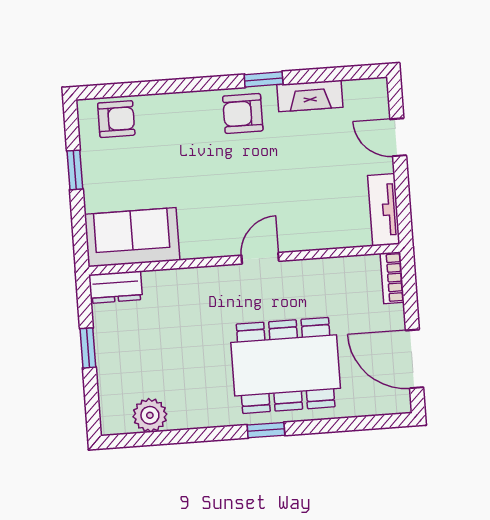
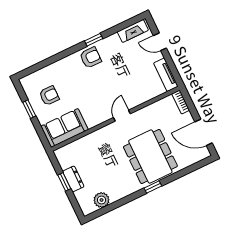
fireplace: (310, 96) -> (133, 31), moved
armchair: (243, 113) -> (91, 58), turned 180
armchair: (116, 119) -> (49, 96), moved
dresser: (116, 287) -> (73, 179), moved, turned -90
dining table: (286, 365) -> (150, 157), turned 90

